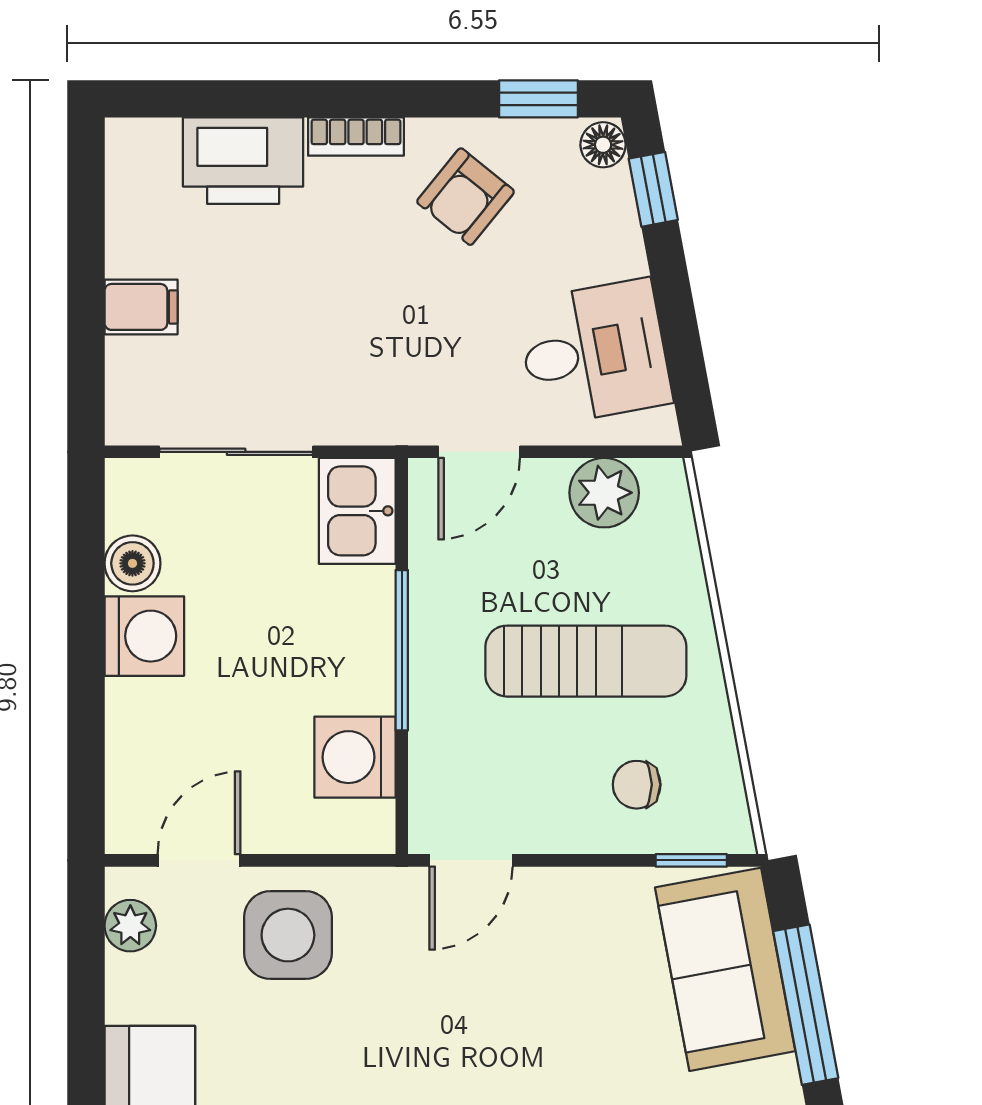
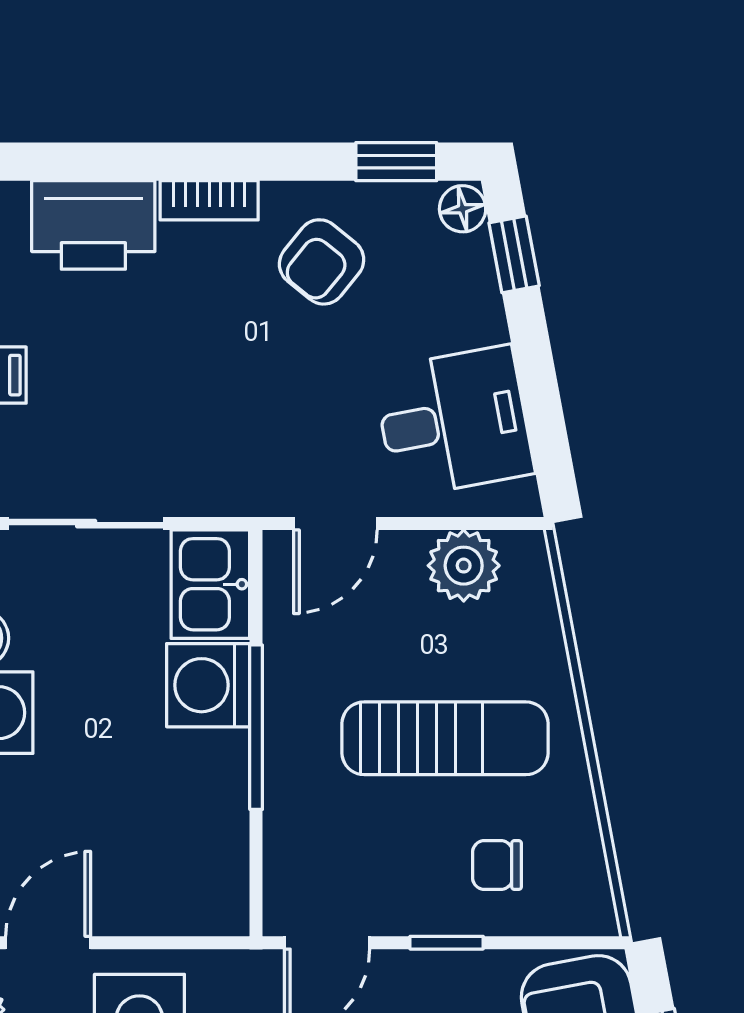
washing machine: (355, 757) -> (208, 685), moved
window: (691, 860) -> (447, 943), moved

